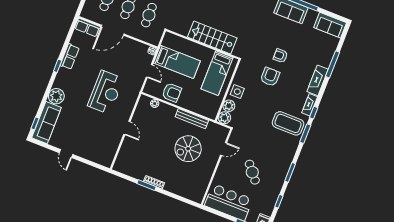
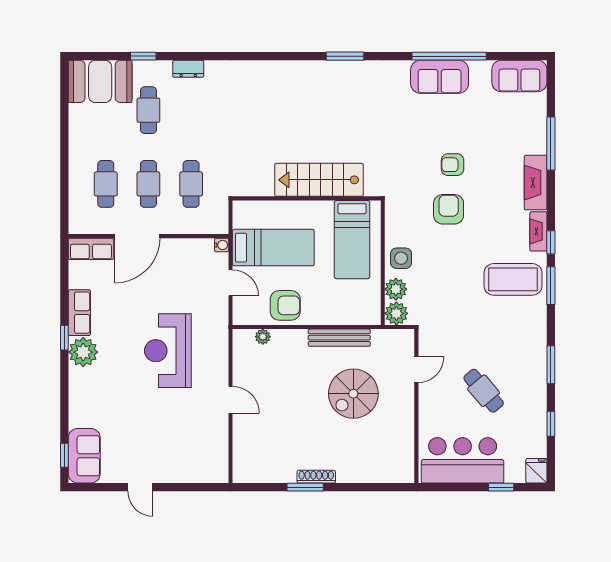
reception desk: (106, 92) -> (168, 351), turned 180
plant: (56, 96) -> (83, 352), moved
sofa: (47, 123) -> (84, 456), width x0.73

